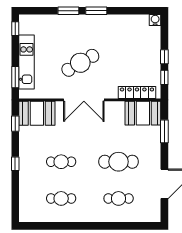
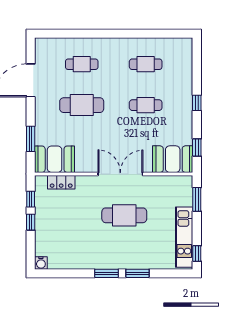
kitchen unit: (27, 62) -> (184, 237), moved
cafe table: (80, 63) -> (124, 215), turned 30
locker: (137, 93) -> (61, 182), width x0.66

